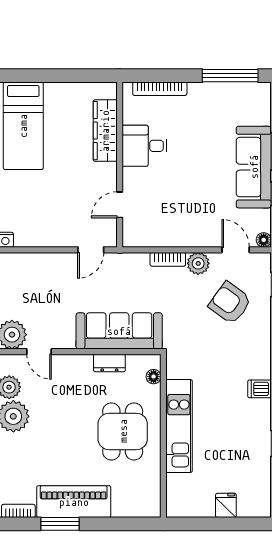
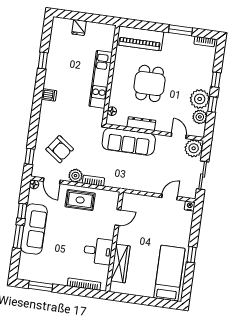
window: (230, 76) -> (41, 286), width x0.69
rug: (185, 225) -> (80, 200), added
door: (91, 250) -> (170, 197), moved
dresser: (109, 363) -> (141, 124), width x1.44
dining table: (123, 431) -> (150, 83), moved
piano: (74, 502) -> (140, 38), moved

